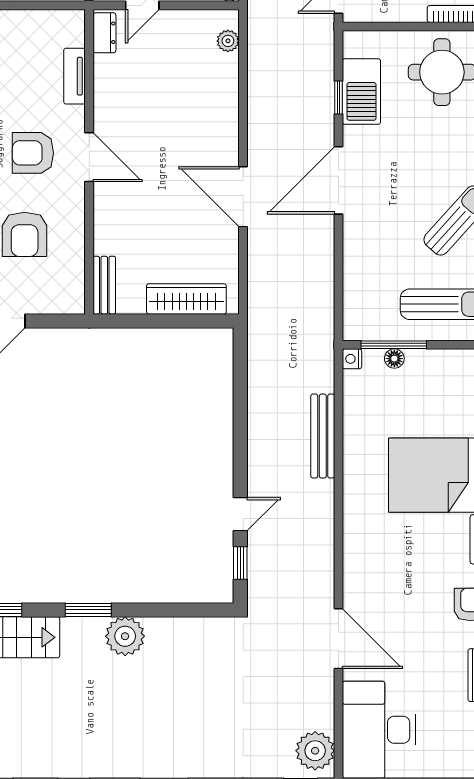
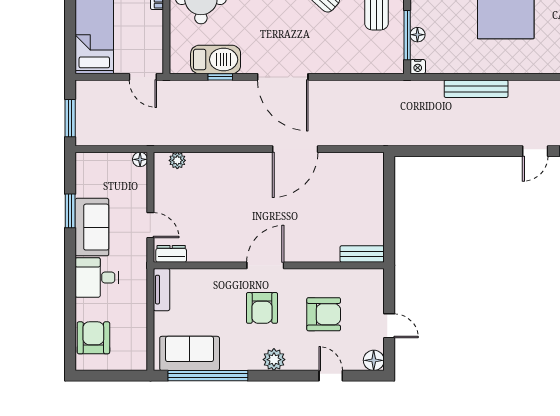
tv unit: (74, 76) -> (162, 290), moved, turned -90
wardrobe: (186, 299) -> (372, 192), removed
door: (240, 514) -> (535, 151), swing flipped

